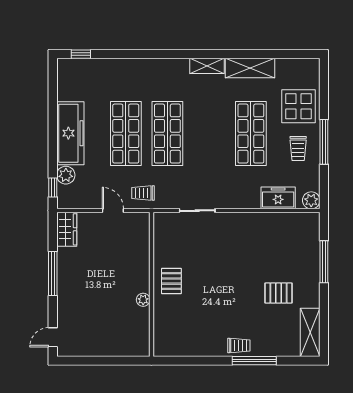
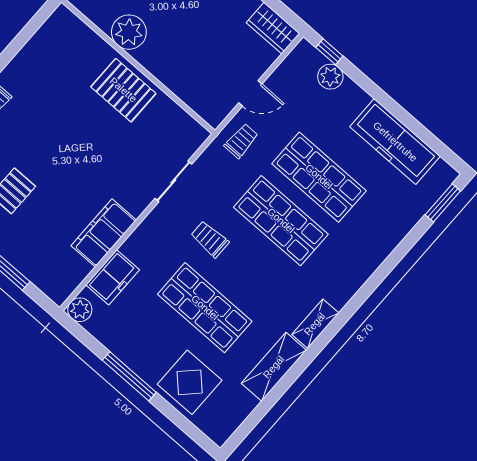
window: (81, 54) -> (443, 203), width x1.50
freezer: (70, 133) -> (395, 142), moved
trolley: (298, 149) -> (210, 239), moved
filing cabinet: (258, 224) -> (104, 233), added
pallet: (171, 281) -> (123, 90), width x1.50, depth x1.42
plant: (143, 300) -> (129, 32), width x1.87, depth x1.87

